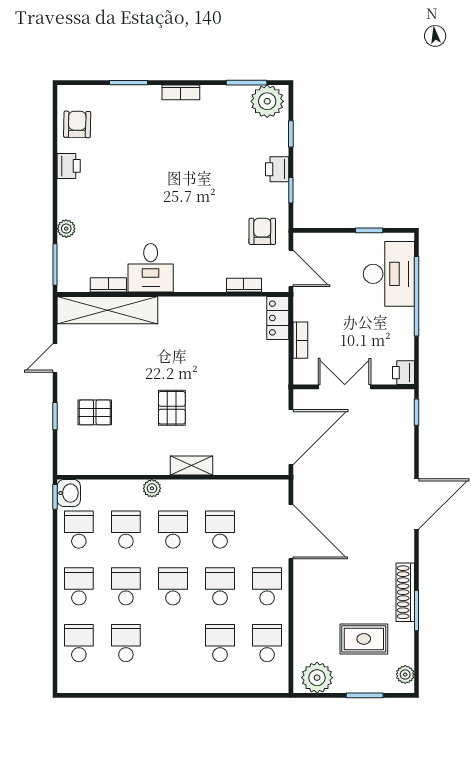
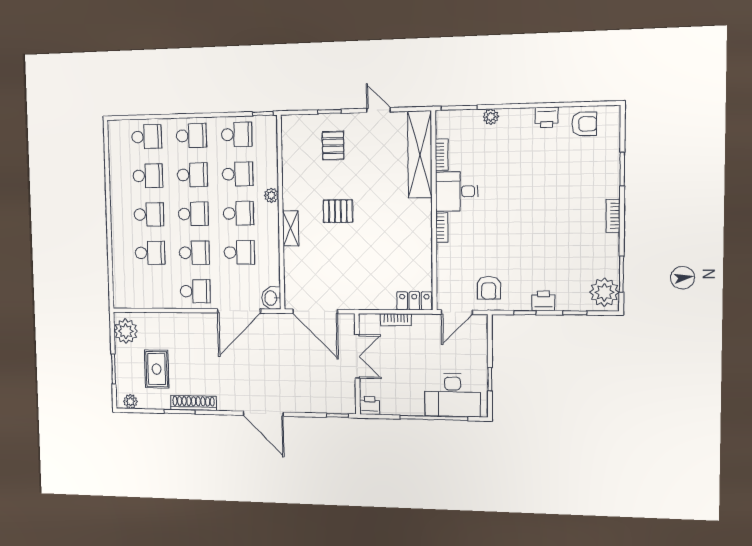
armchair: (262, 231) -> (489, 288), turned 90
bookcase: (244, 285) -> (442, 228), moved
washbasin: (69, 493) -> (271, 298), moved, turned 90
school desk: (267, 643) -> (149, 214), moved

